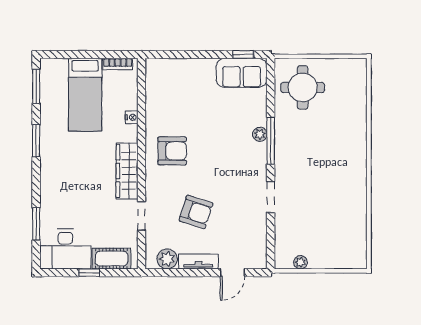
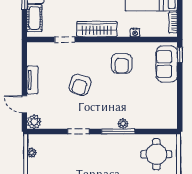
window: (243, 55) -> (180, 55), moved
sofa: (242, 73) -> (167, 64), moved
armchair: (172, 151) -> (122, 63), moved
armchair: (196, 212) -> (80, 85), moved
plant: (167, 259) -> (34, 122), moved

